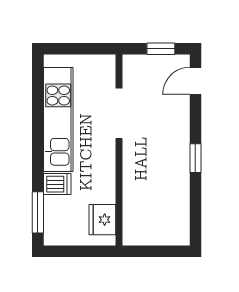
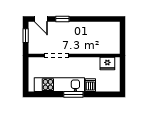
window: (195, 158) -> (62, 19), moved
window: (38, 212) -> (73, 94), moved

